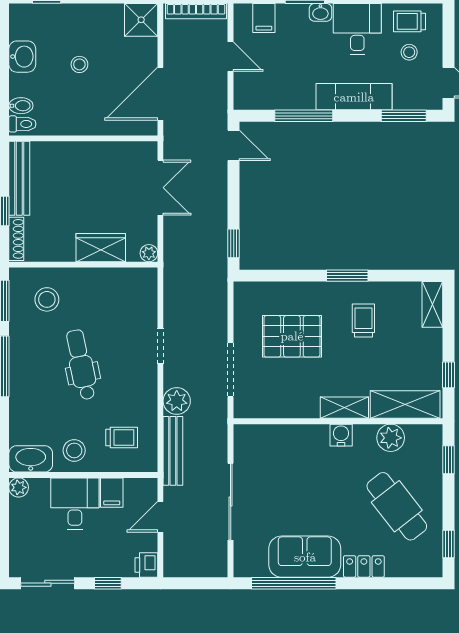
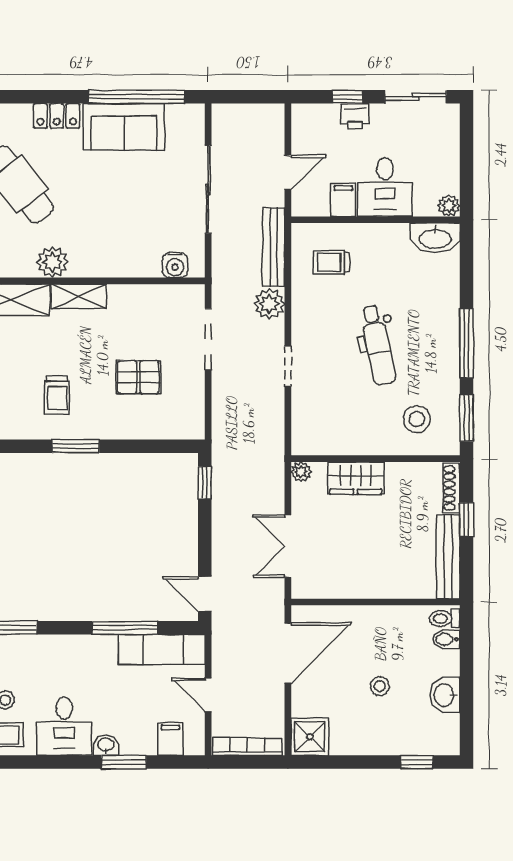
exam couch: (354, 97) -> (162, 650), moved
pallet: (292, 336) -> (138, 377), width x0.67, depth x0.71
water cooler: (341, 435) -> (175, 265), moved
plant: (391, 438) -> (52, 262), moved
stool: (74, 450) -> (386, 248), removed
printer: (146, 565) -> (355, 116), moved, turned 90

